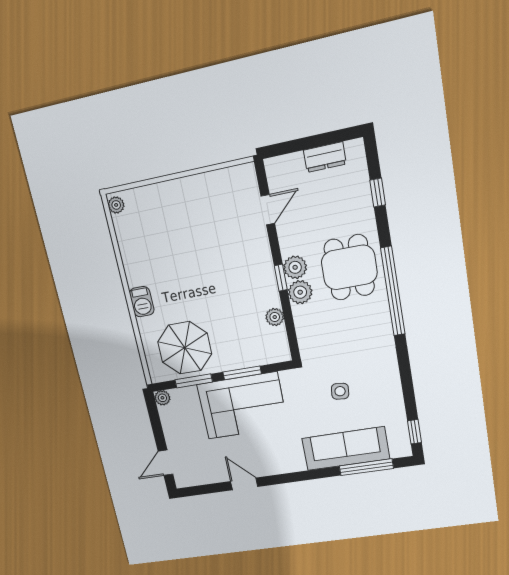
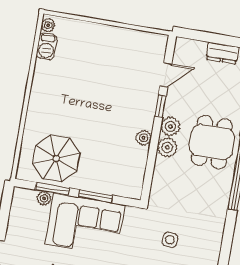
window: (281, 278) -> (160, 106), moved
barbecue: (142, 302) -> (47, 46), moved
plant: (275, 317) -> (144, 138), moved
plant: (162, 398) -> (44, 198), moved

